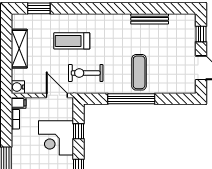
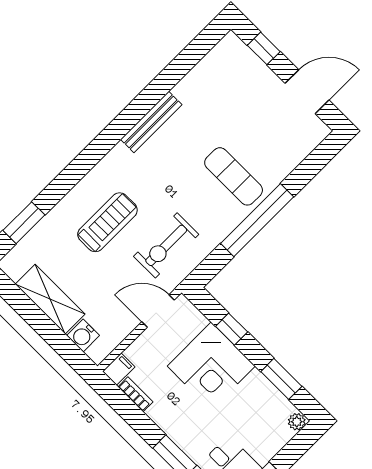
bench: (150, 19) -> (151, 122), moved
treadmill: (72, 41) -> (107, 222), turned 180
water cooler: (18, 87) -> (83, 335), moved

